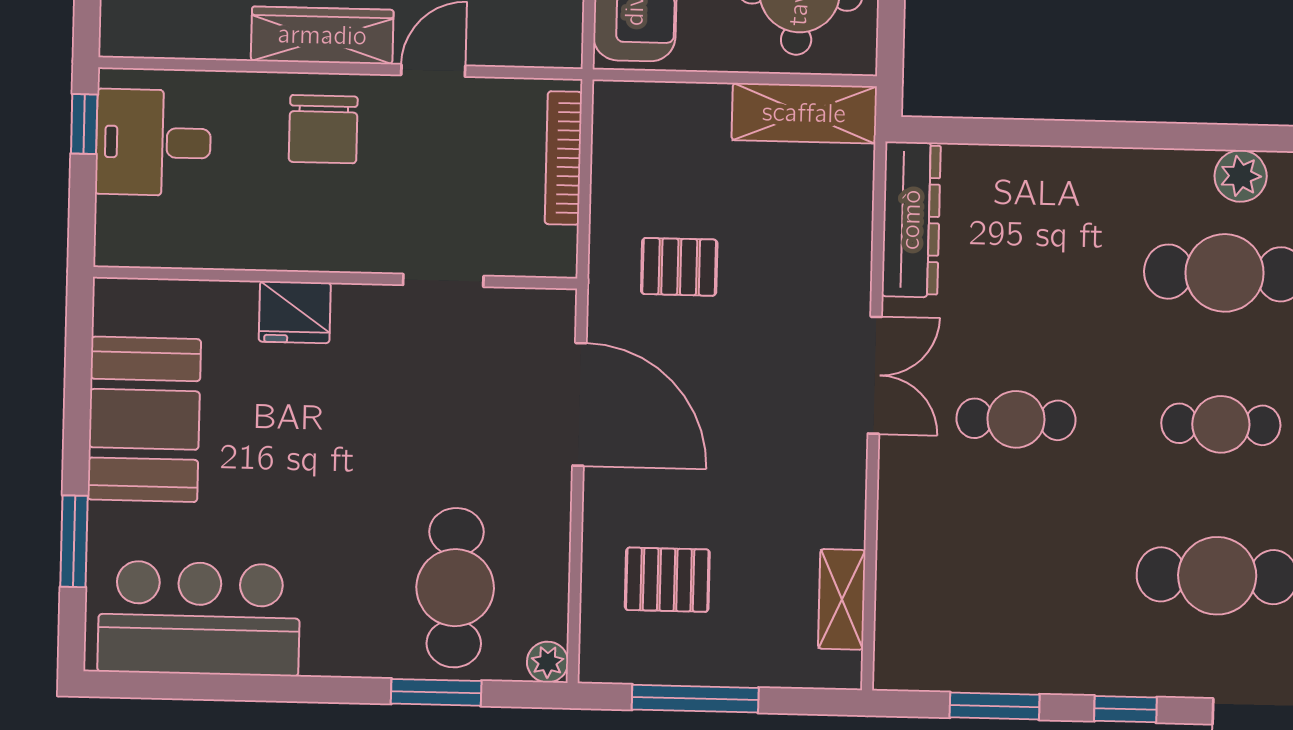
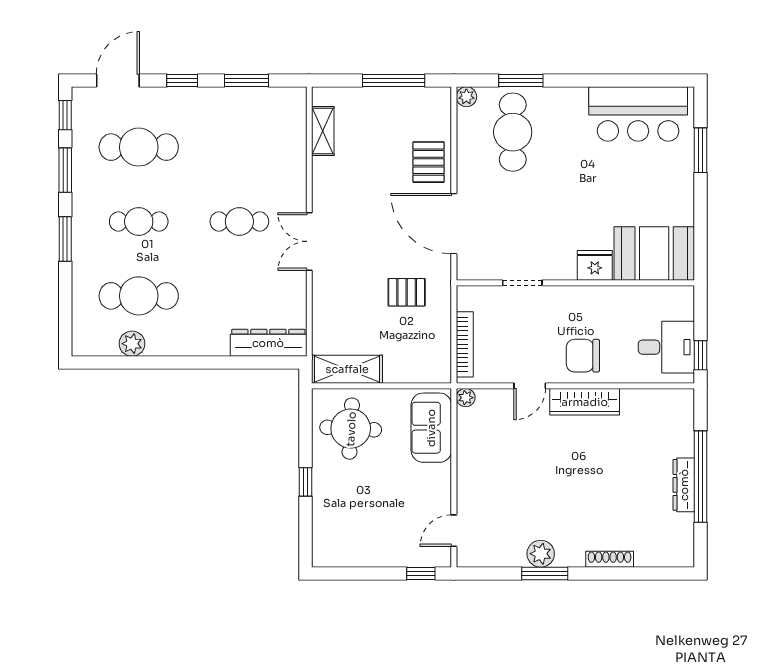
plant: (564, 50) -> (466, 398), added
chair: (323, 129) -> (583, 356), turned -90
dresser: (911, 220) -> (268, 343), moved, turned 90
booth: (144, 419) -> (654, 253), moved, turned 90
pallet: (667, 580) -> (429, 162), moved, turned 90

